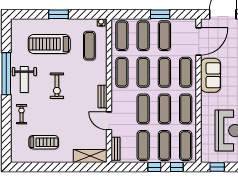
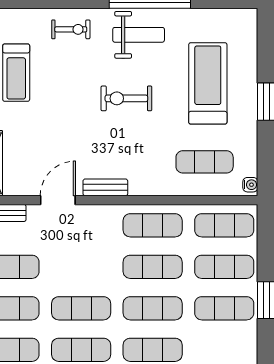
weight bench: (24, 79) -> (139, 35), turned 180
exercise mat: (143, 109) -> (81, 267), removed

